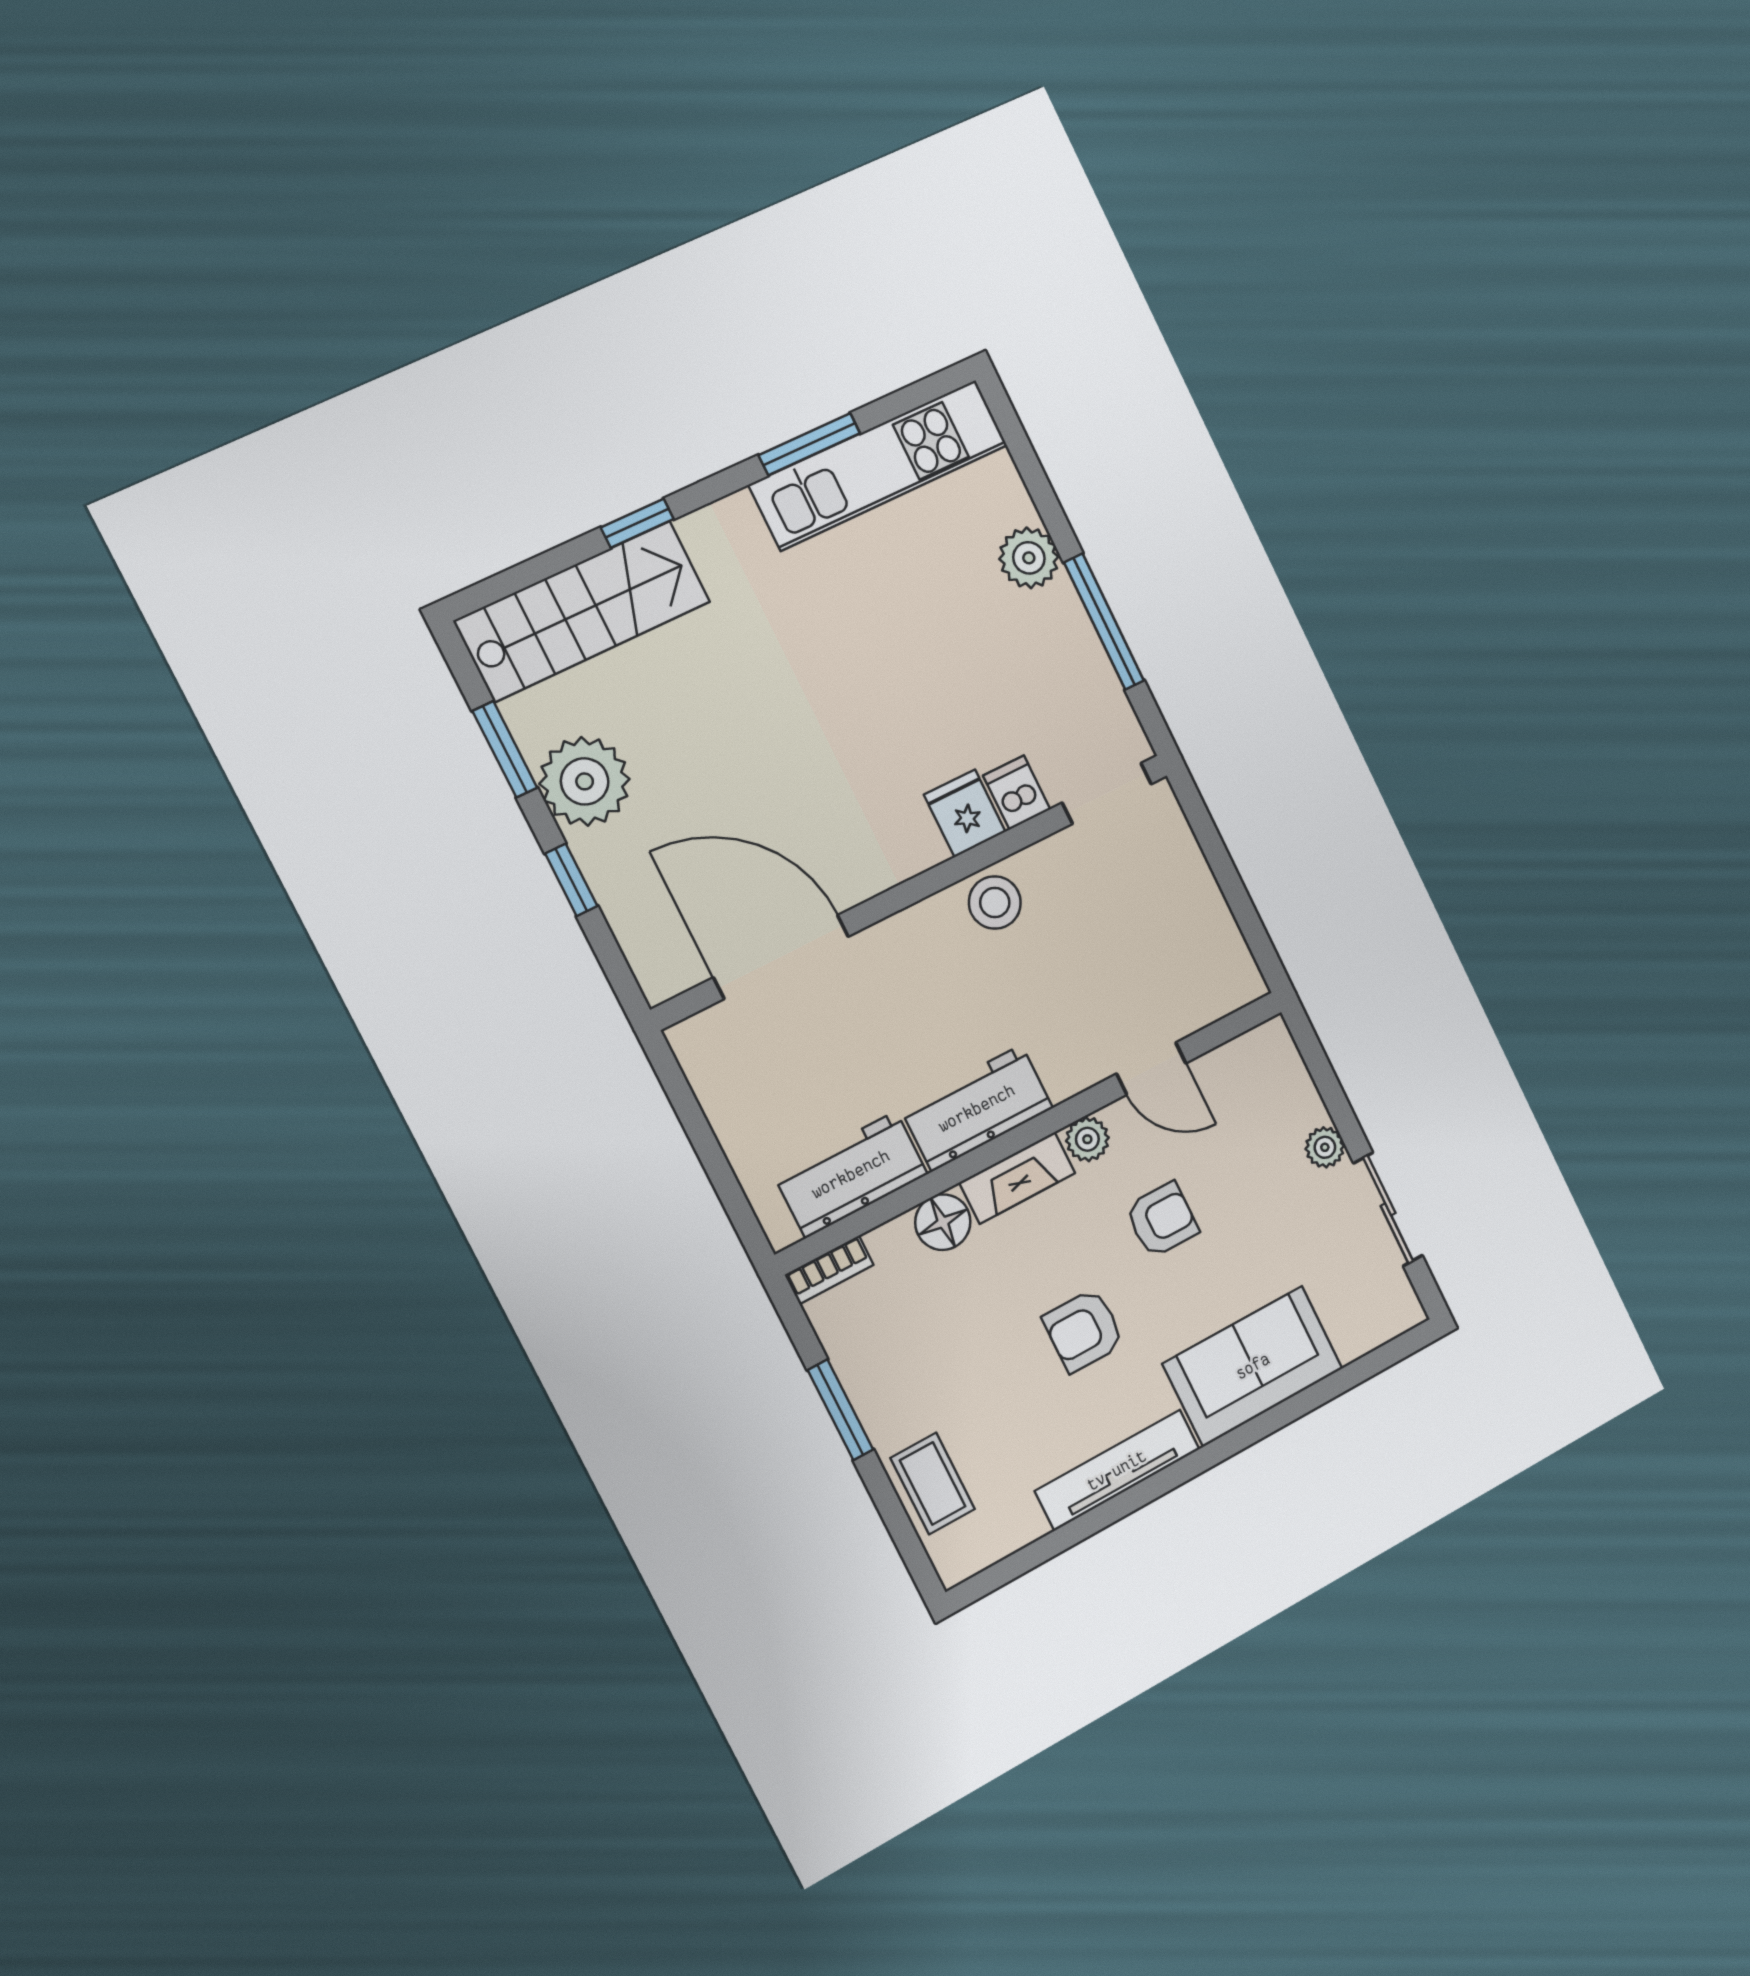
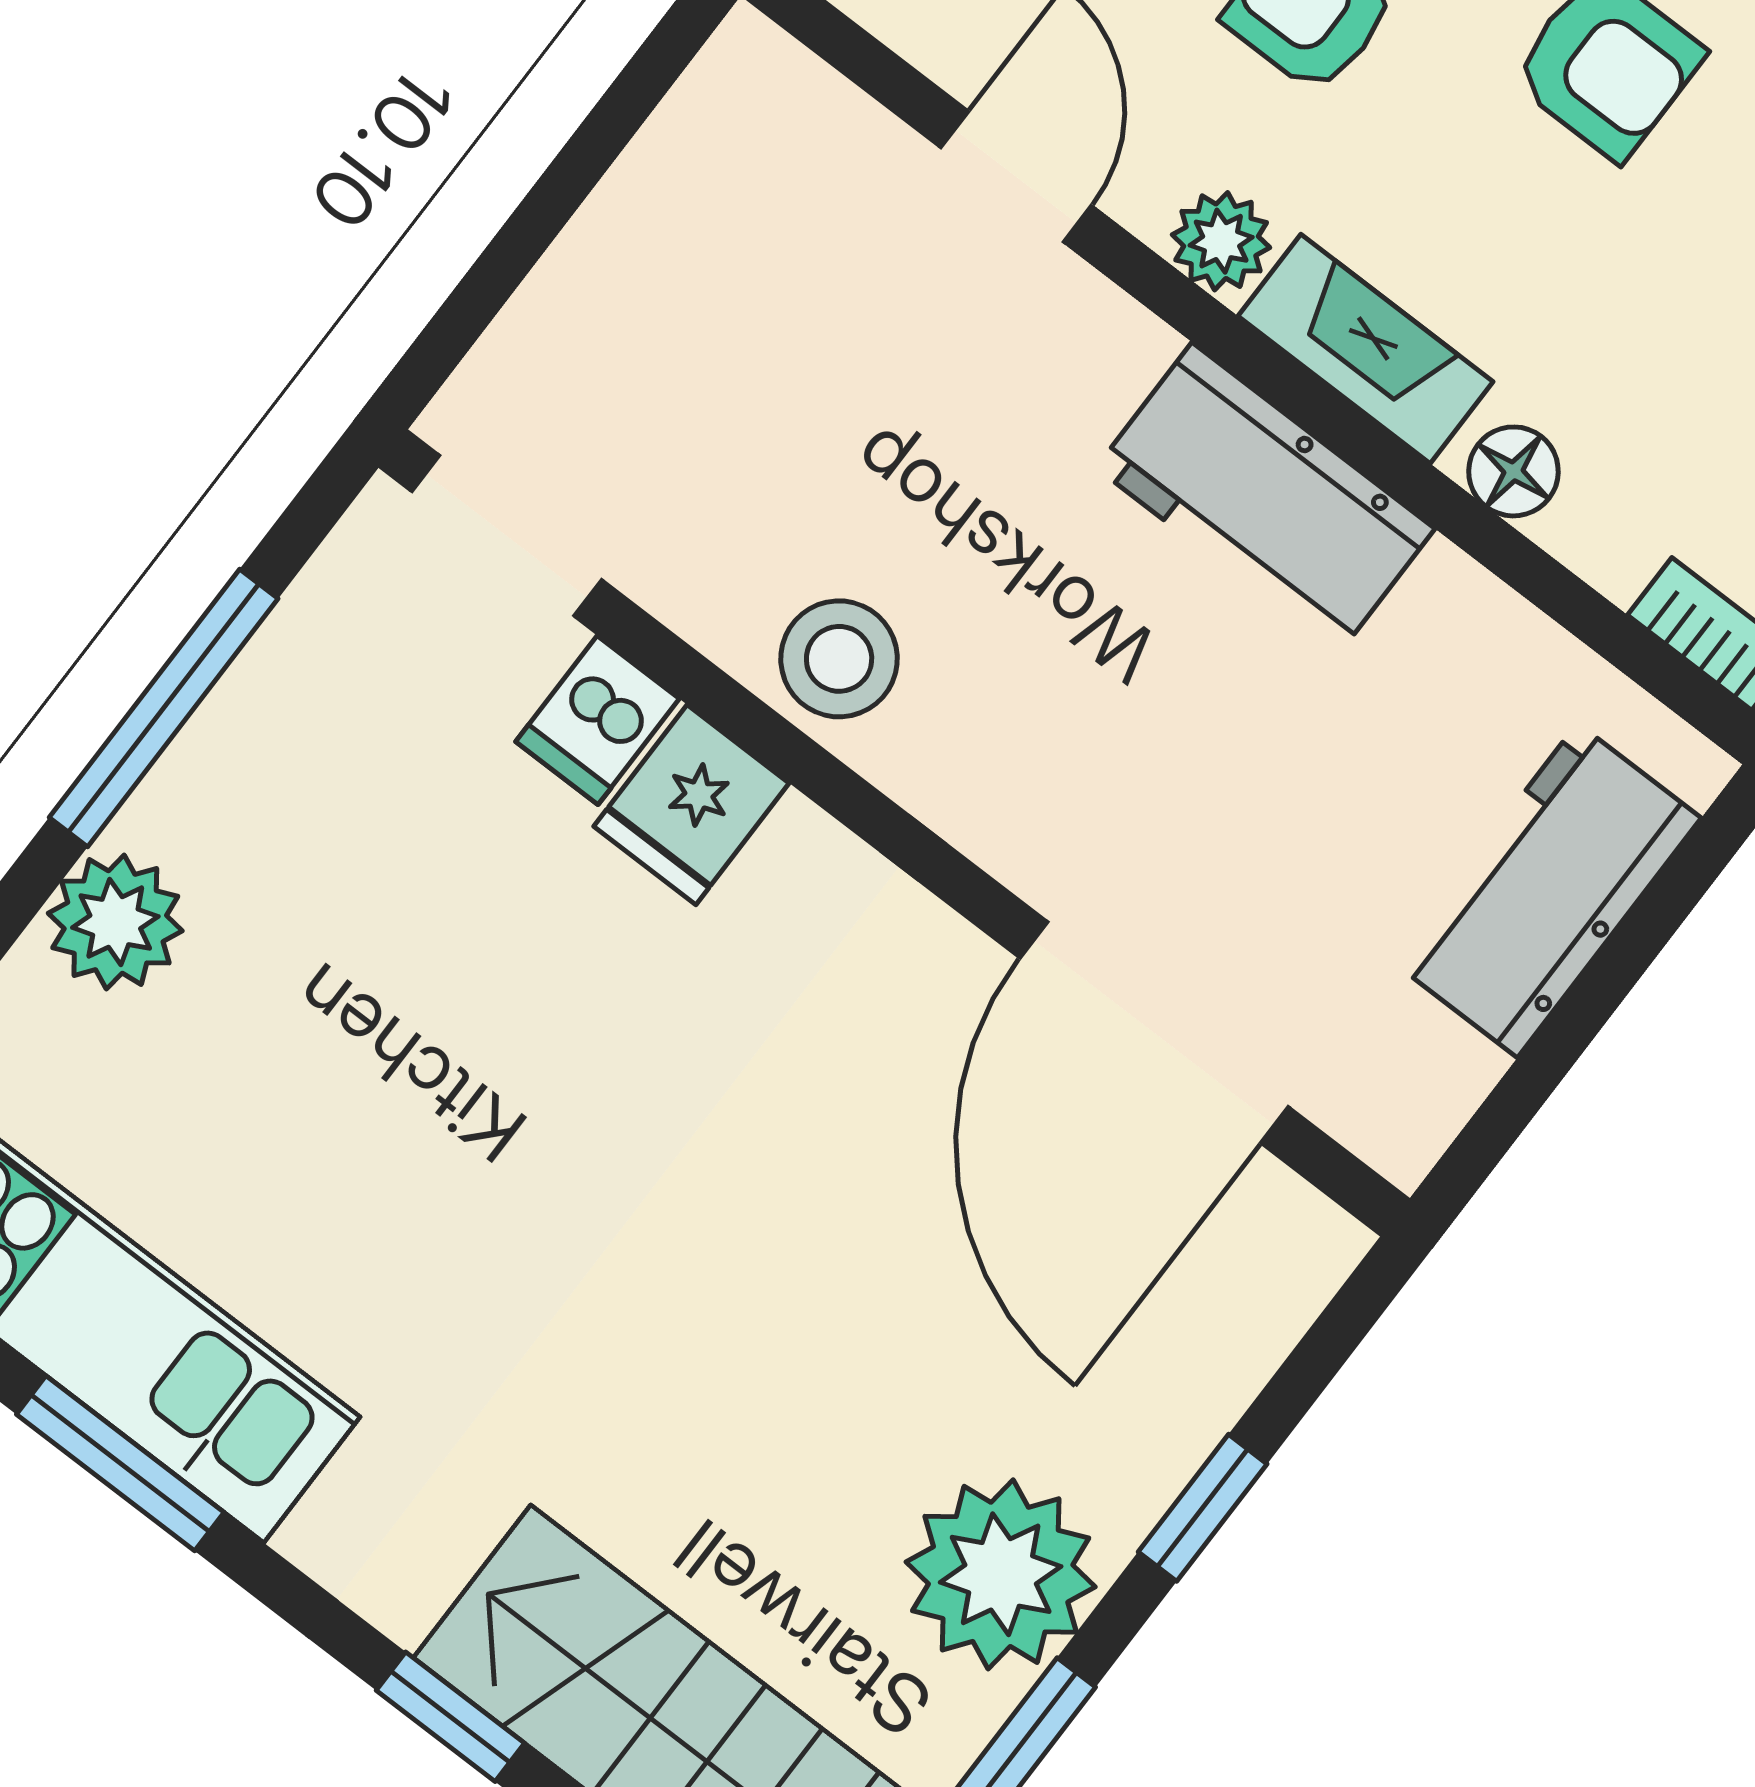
workbench: (851, 1174) -> (1547, 890), moved, turned 90
floor lamp: (943, 1222) -> (1513, 471), width x0.73, depth x0.73

